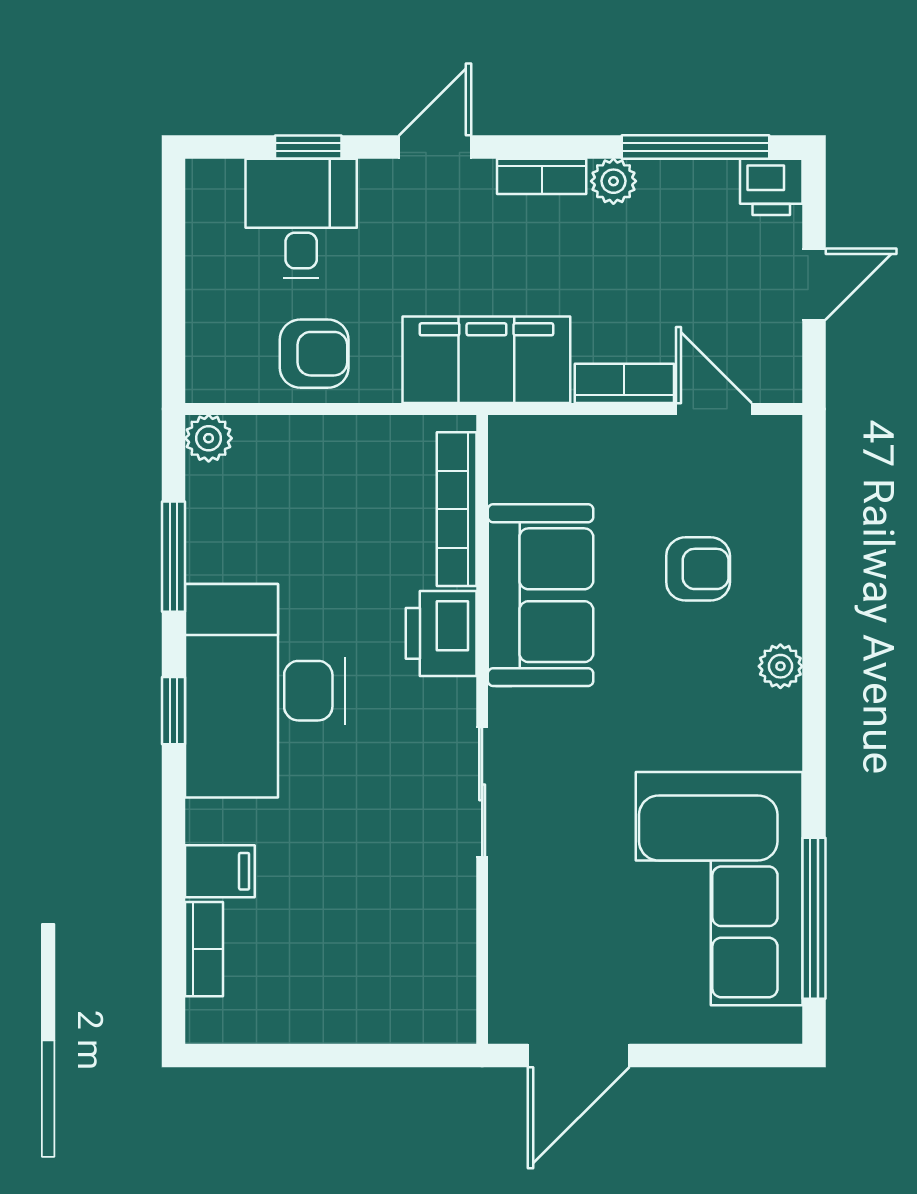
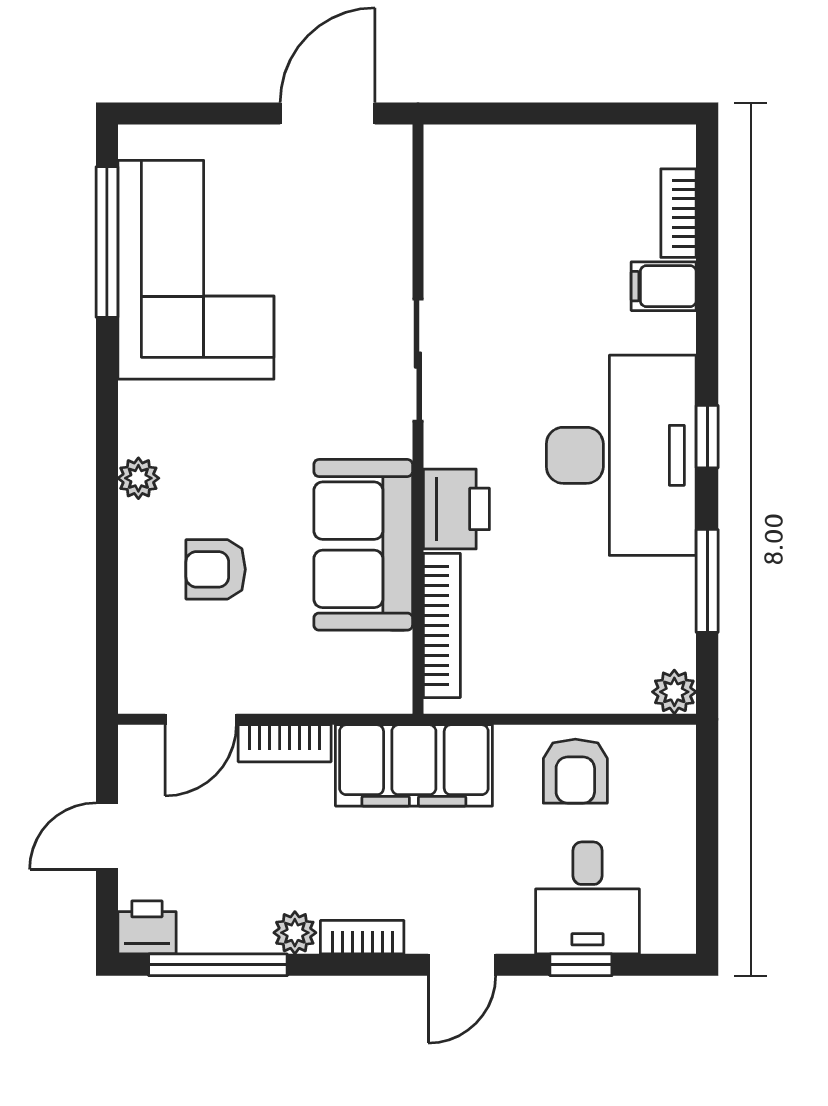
armchair: (314, 354) -> (575, 771), turned -90
door: (714, 409) -> (201, 719), hinge flipped

